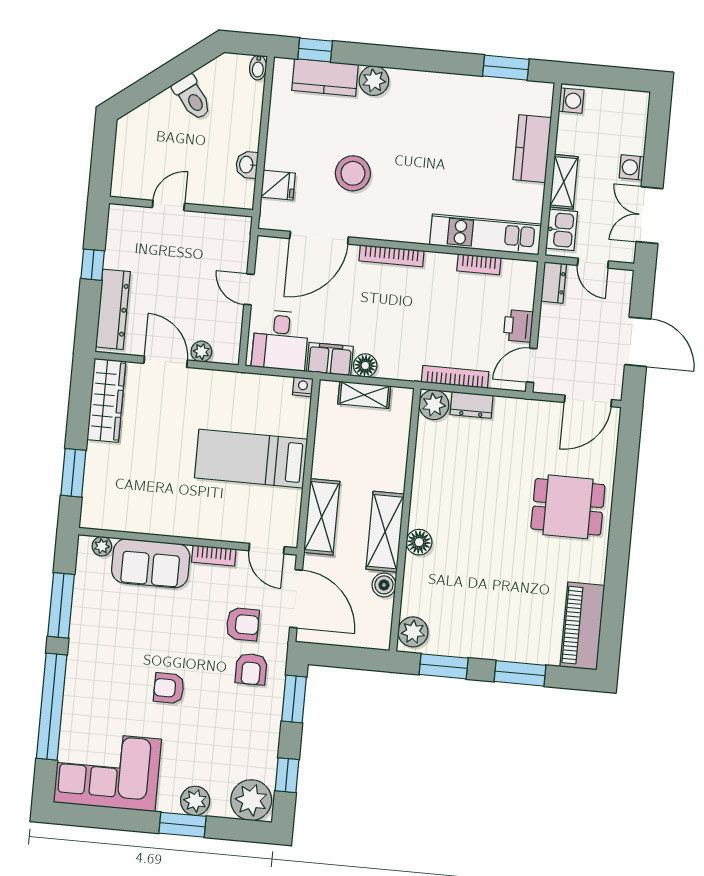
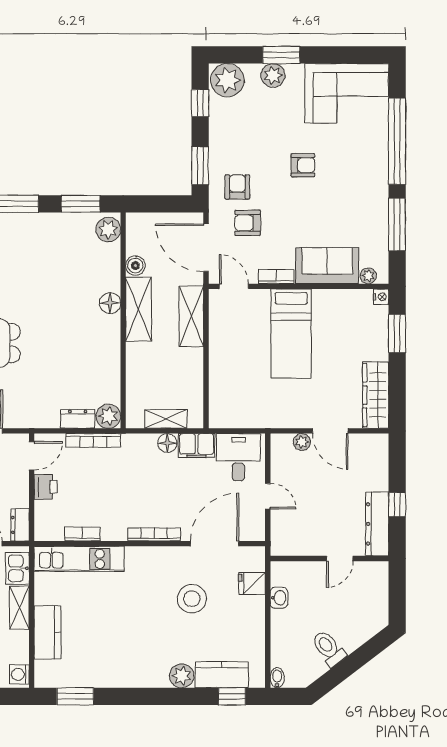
dresser: (113, 309) -> (377, 524), moved
nightstand: (303, 387) -> (381, 297), moved, turned -90
bed: (251, 459) -> (291, 334), moved, turned 90

